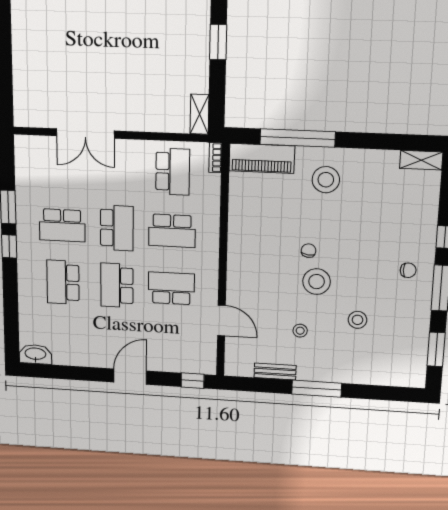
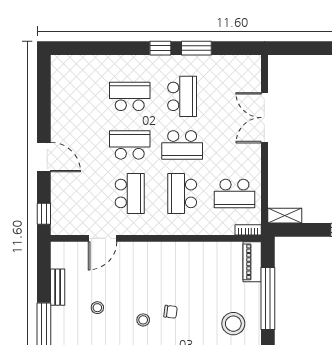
piano: (262, 158) -> (252, 262), width x0.73, depth x0.75
school desk: (62, 225) -> (182, 96), turned 180
stool: (317, 282) -> (143, 320), width x0.53, depth x0.53
washbasin: (35, 354) -> (60, 70), removed

